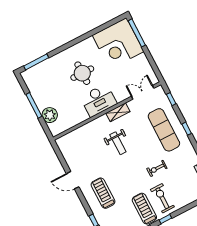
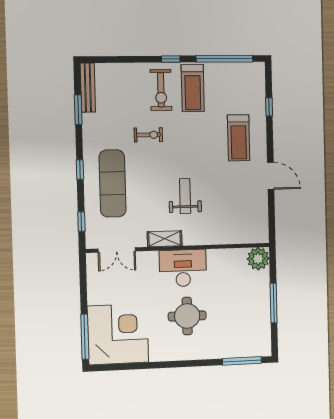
plant: (50, 115) -> (258, 259), moved

